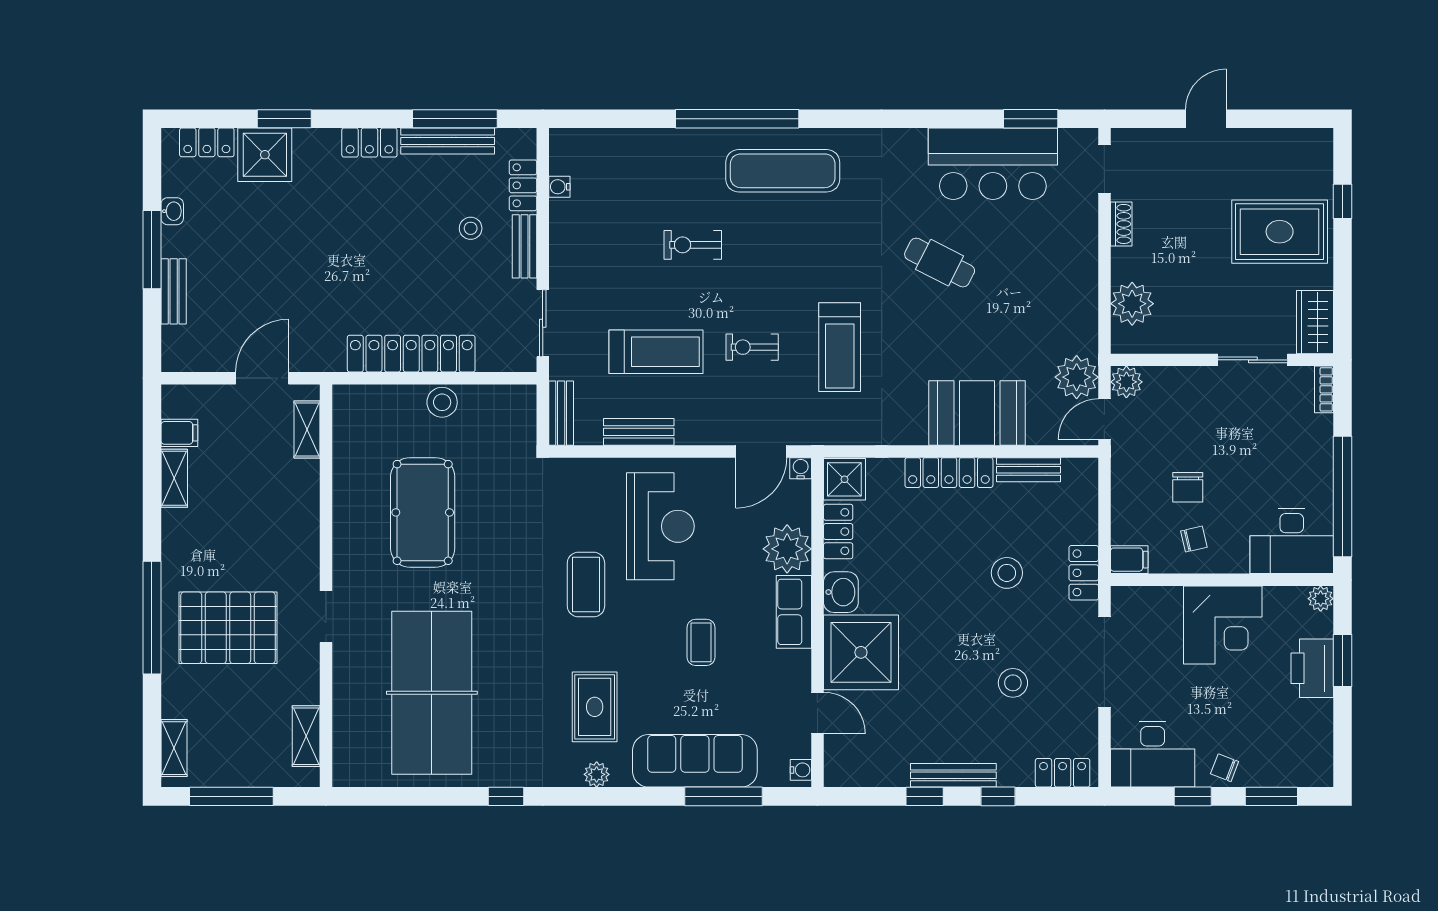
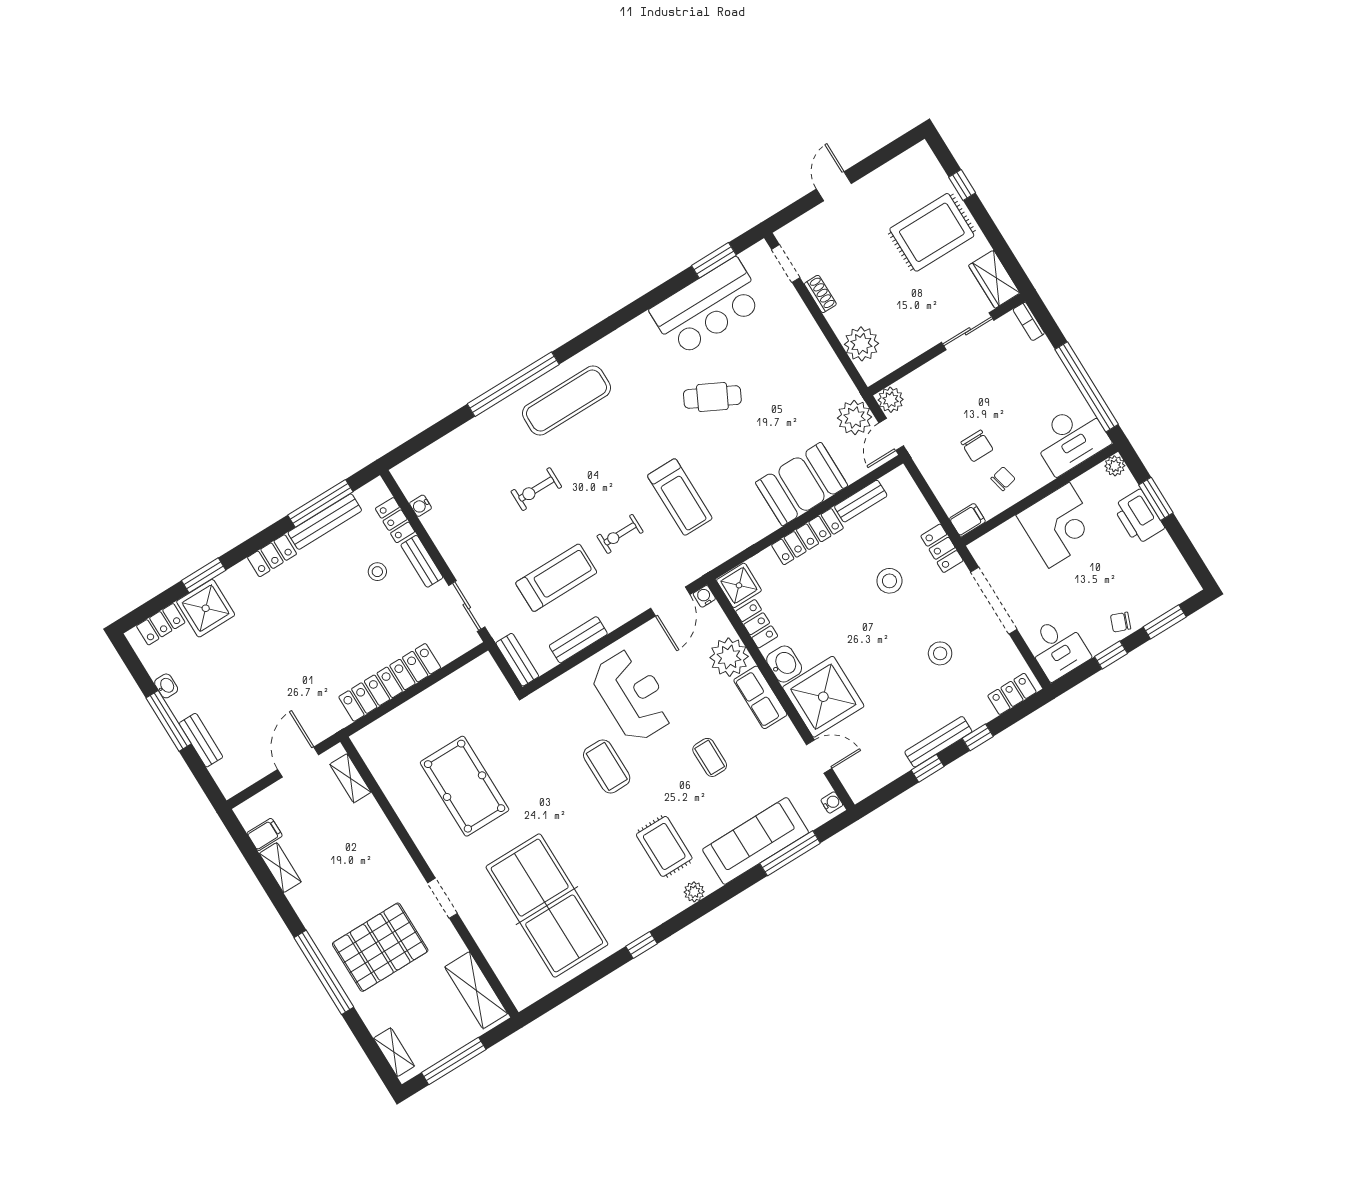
stool: (442, 402) -> (431, 703), removed
shelving: (306, 736) -> (476, 990), width x1.50, depth x1.33
desk: (1153, 754) -> (1058, 648), width x0.73

